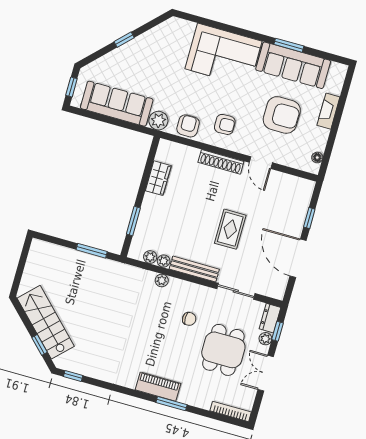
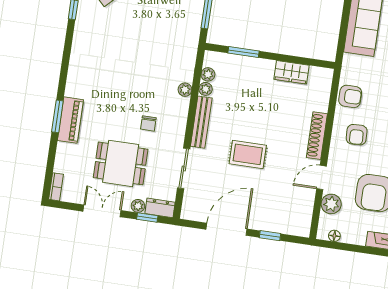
plant: (158, 121) -> (331, 204), moved
piano: (158, 387) -> (70, 120), moved
bookcase: (231, 411) -> (56, 187), width x0.64

